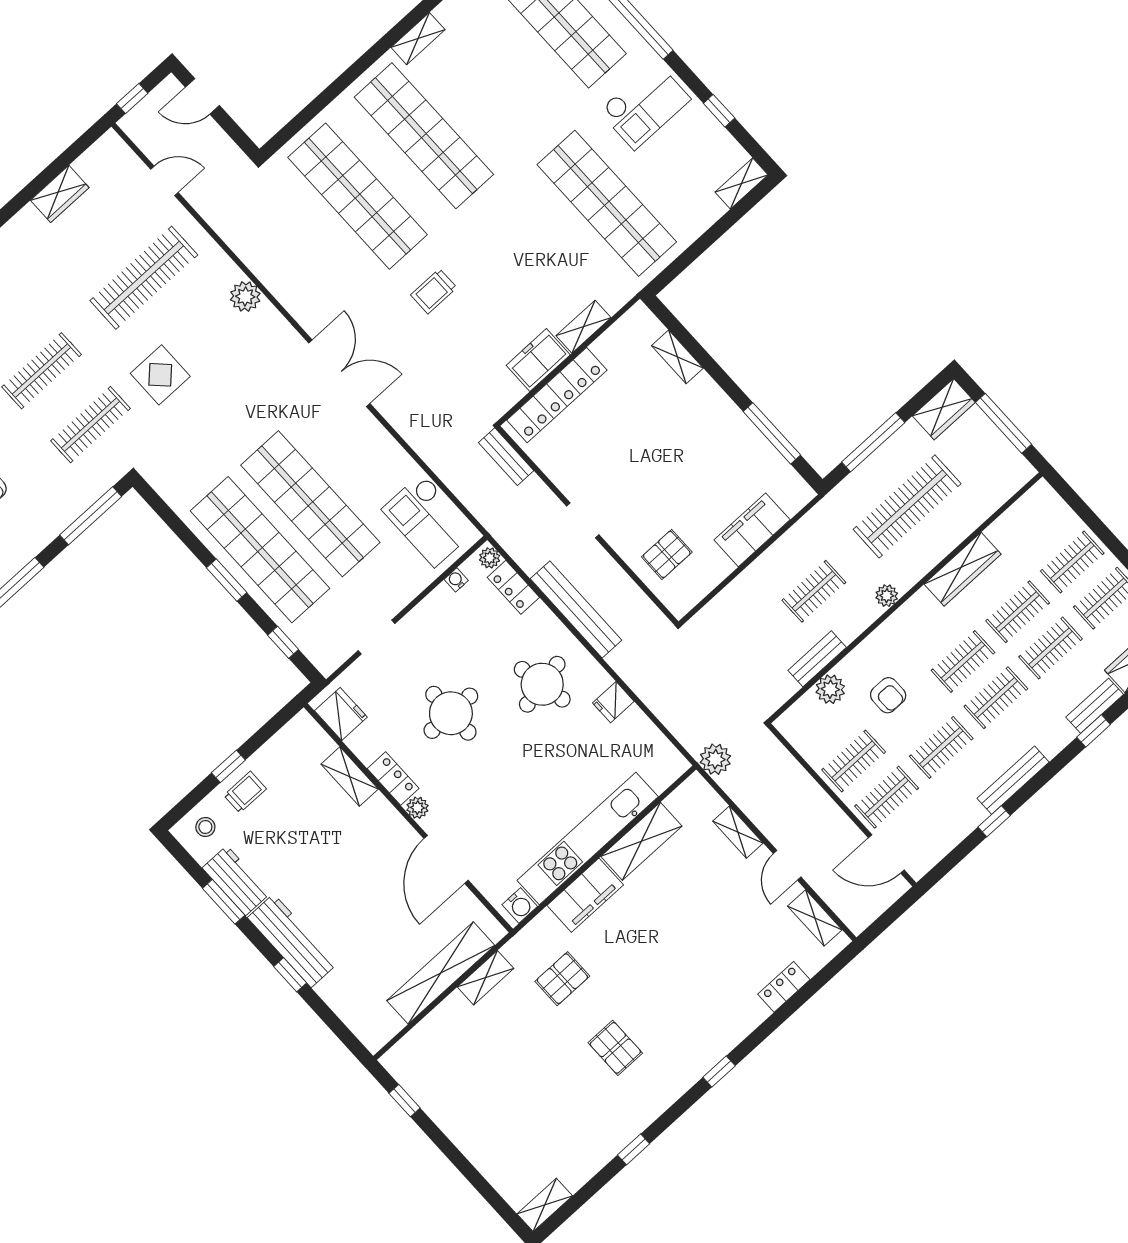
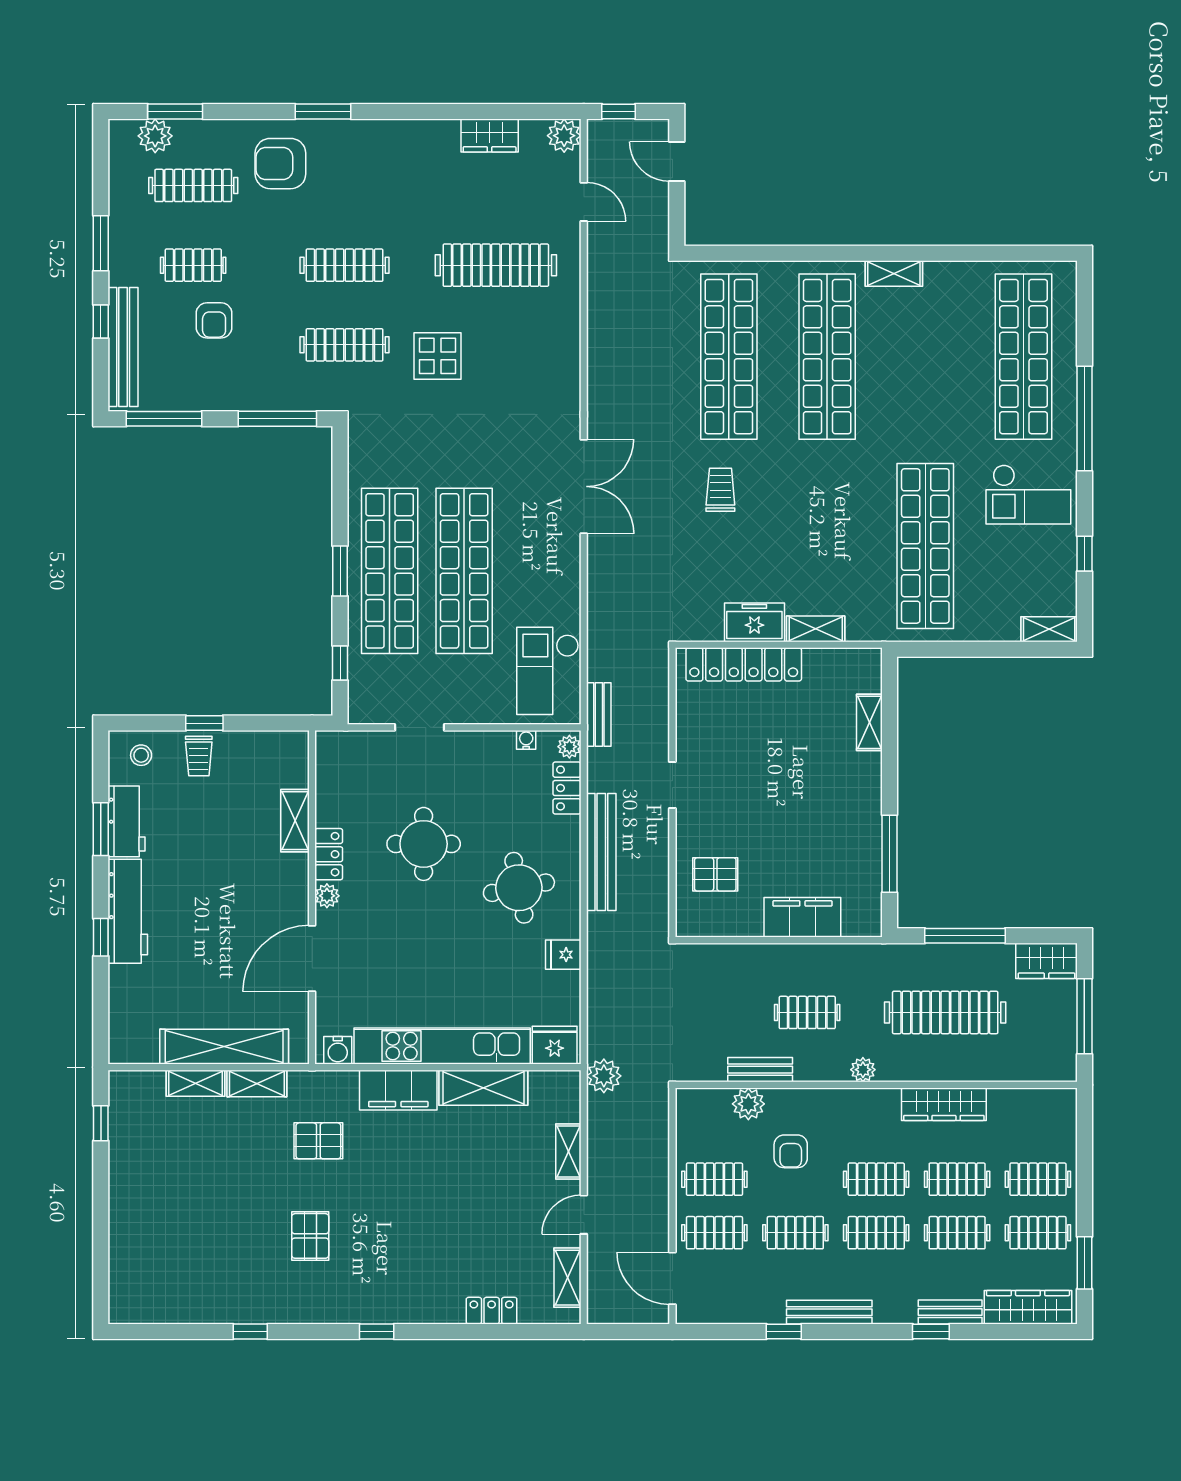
trolley: (434, 291) -> (720, 490), turned 90
plant: (245, 297) -> (564, 136), moved
bench: (506, 457) -> (599, 714), moved
fridge: (341, 714) -> (555, 1045), moved, turned -90
trolley: (245, 792) -> (199, 756), turned 90
shelving: (545, 1205) -> (195, 1083), moved

